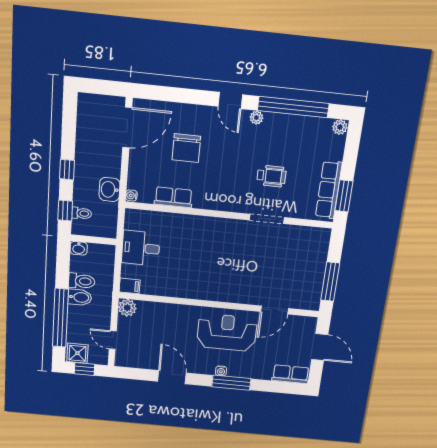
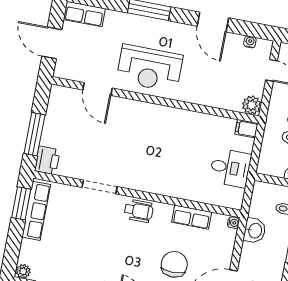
wheelchair: (271, 176) -> (139, 211), moved, turned 180
printer: (320, 240) -> (47, 160), added
window: (330, 282) -> (34, 134), moved
door: (275, 310) -> (98, 89), swing flipped
water cooler: (221, 371) -> (250, 42), moved

